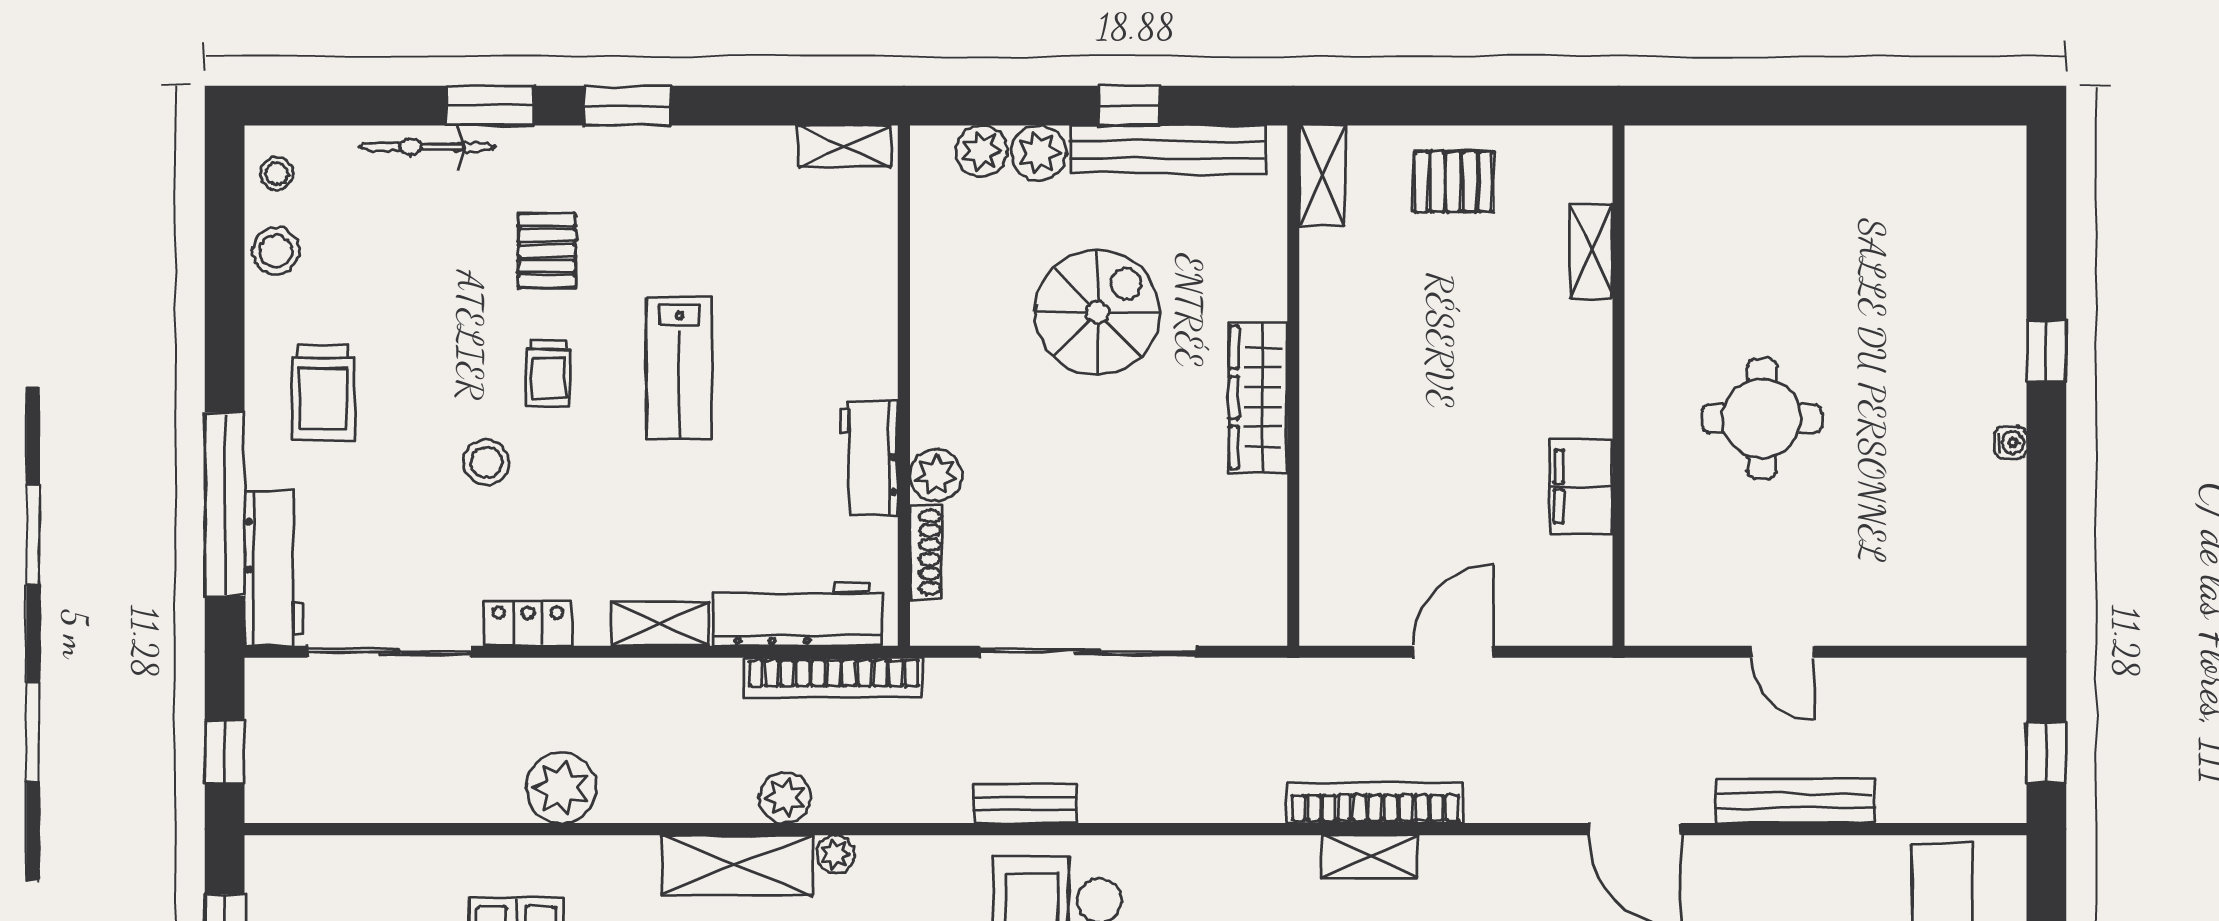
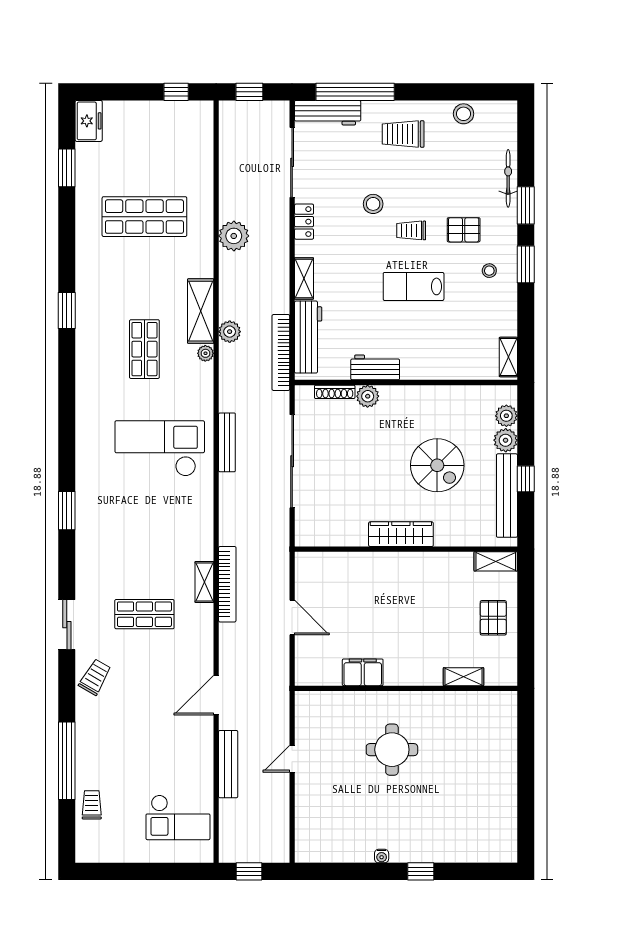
stool: (277, 174) -> (489, 271), moved
bench: (1025, 804) -> (227, 442), width x1.36

